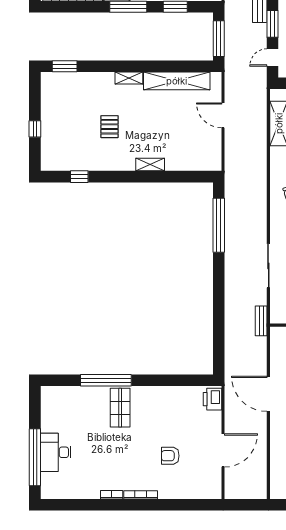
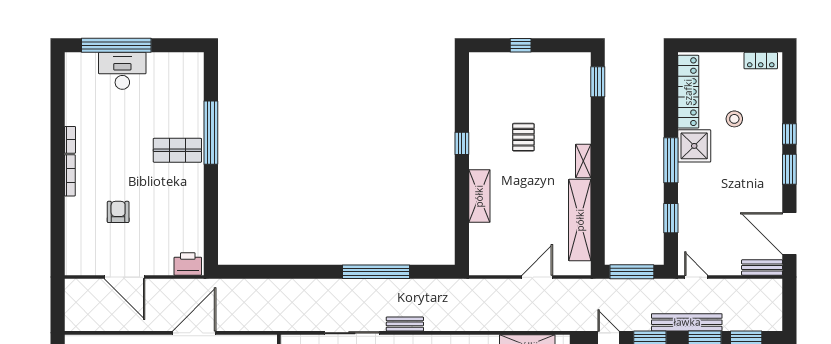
pallet: (110, 127) -> (523, 137), turned 90
shelving: (150, 164) -> (479, 196), width x1.50, depth x1.33
window: (79, 177) -> (462, 143), moved
window: (219, 225) -> (376, 272), moved
bench: (261, 321) -> (405, 324), moved

